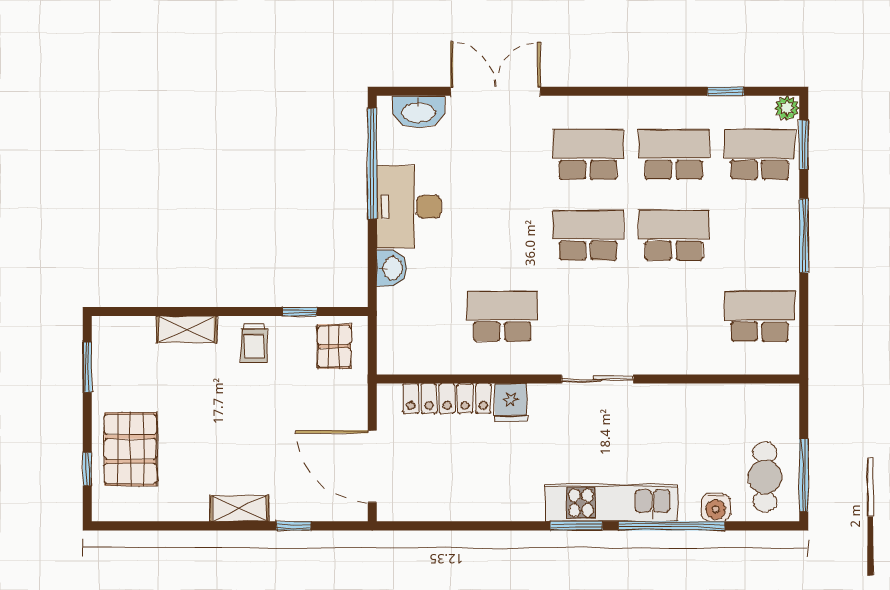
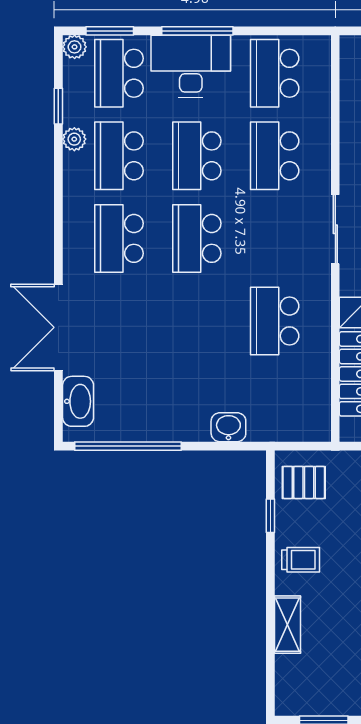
plant: (691, 108) -> (74, 139), added
desk: (409, 207) -> (191, 66), moved, turned 180
school desk: (674, 316) -> (275, 156), added

